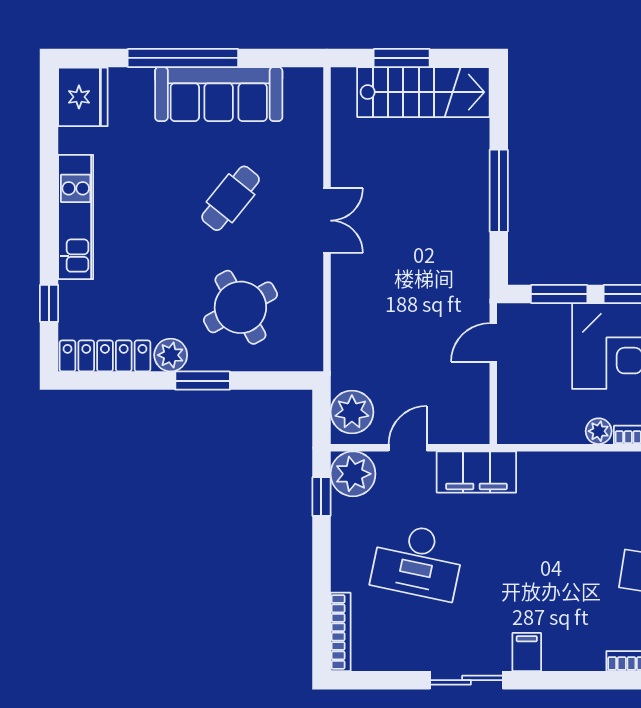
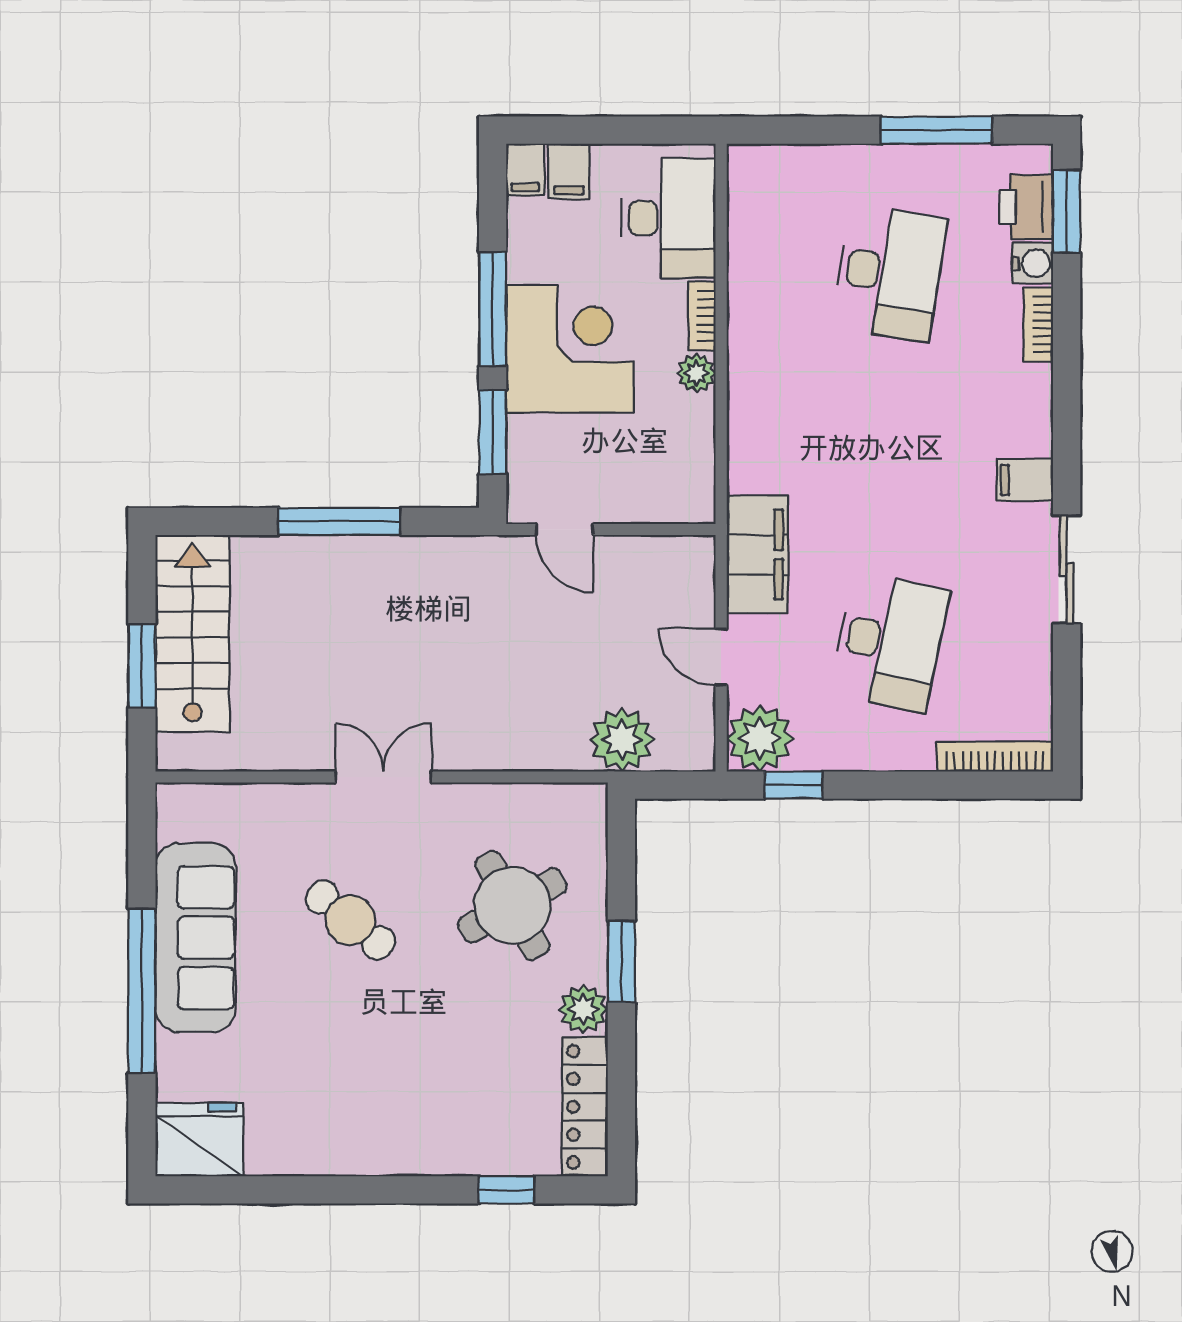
kitchen unit: (76, 217) -> (378, 1150), removed
plant: (352, 412) -> (622, 740), moved

